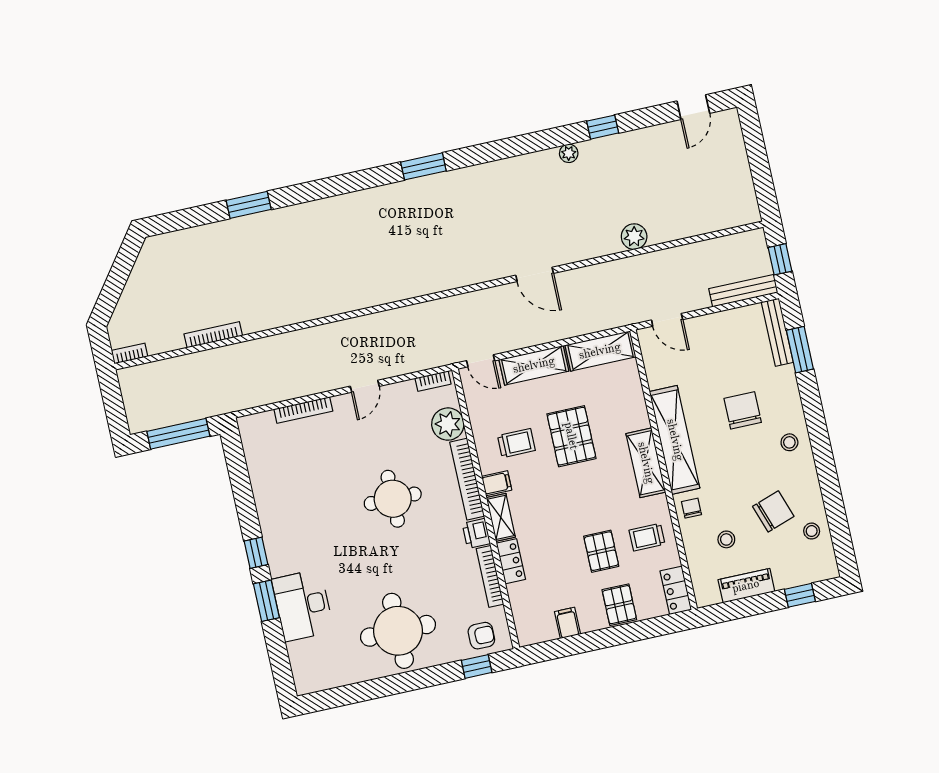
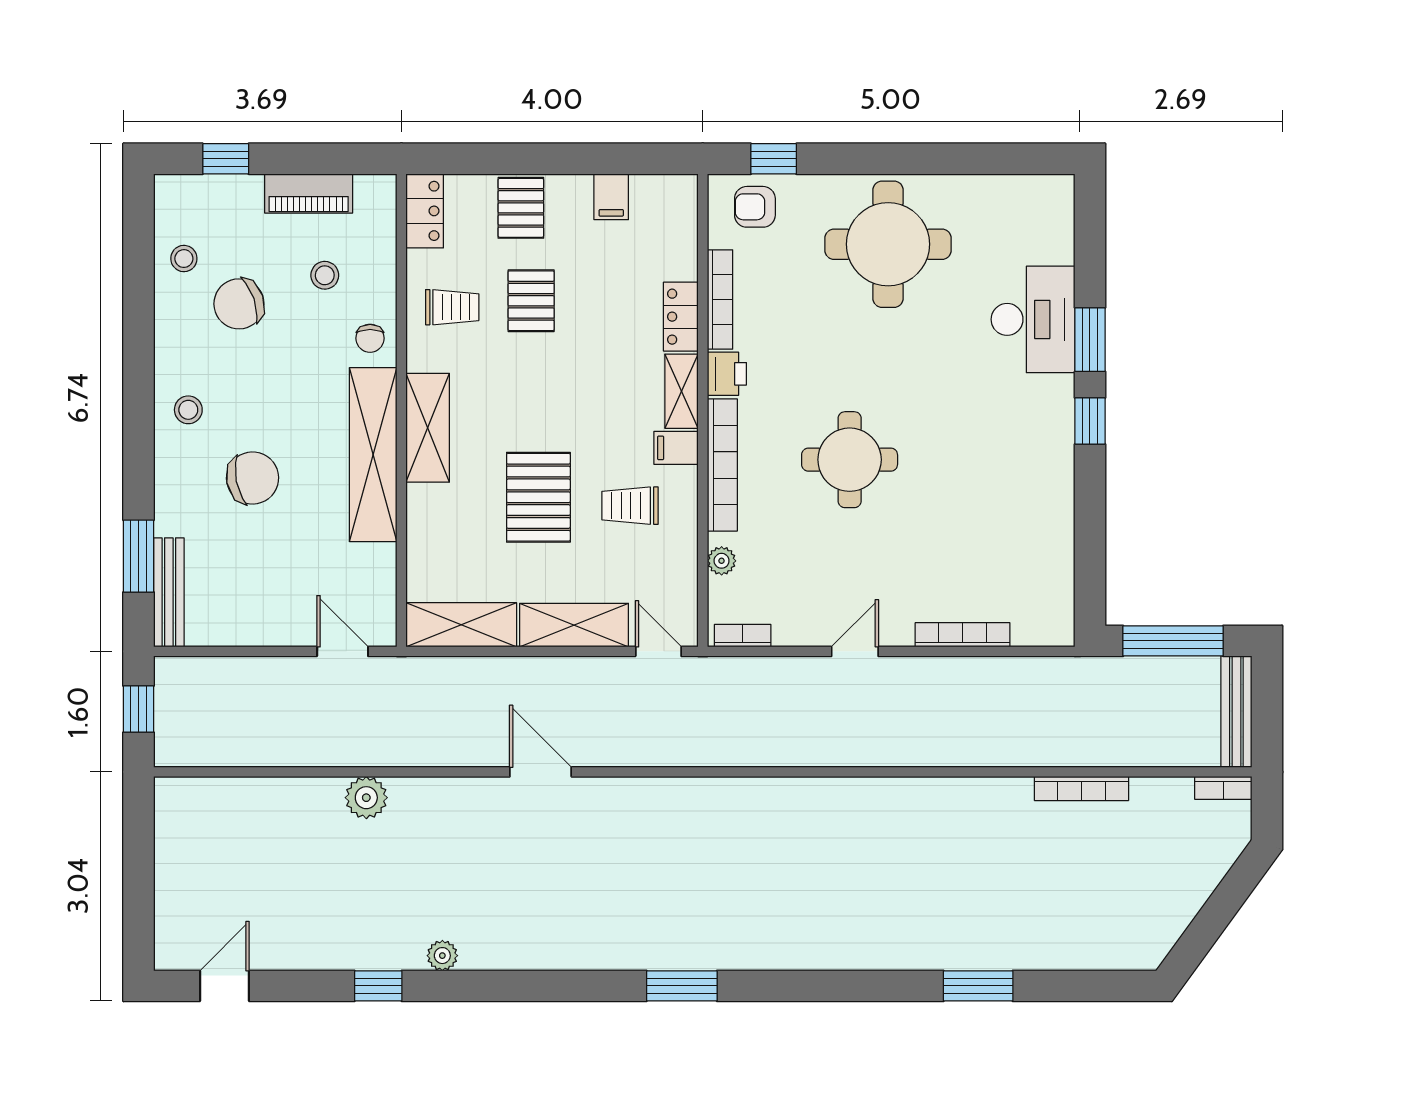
bench: (743, 291) -> (1236, 711), moved, turned 90
chair: (743, 410) -> (253, 478), turned -101
plant: (448, 424) -> (722, 561), width x0.53, depth x0.53

